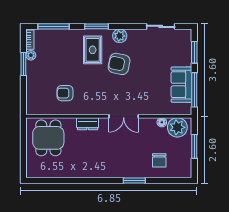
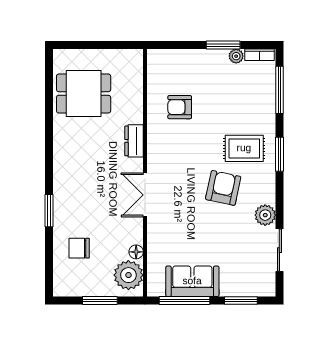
plant: (120, 36) -> (265, 215), moved
armchair: (65, 93) -> (180, 107), turned -90
dining table: (48, 138) -> (84, 93), moved

